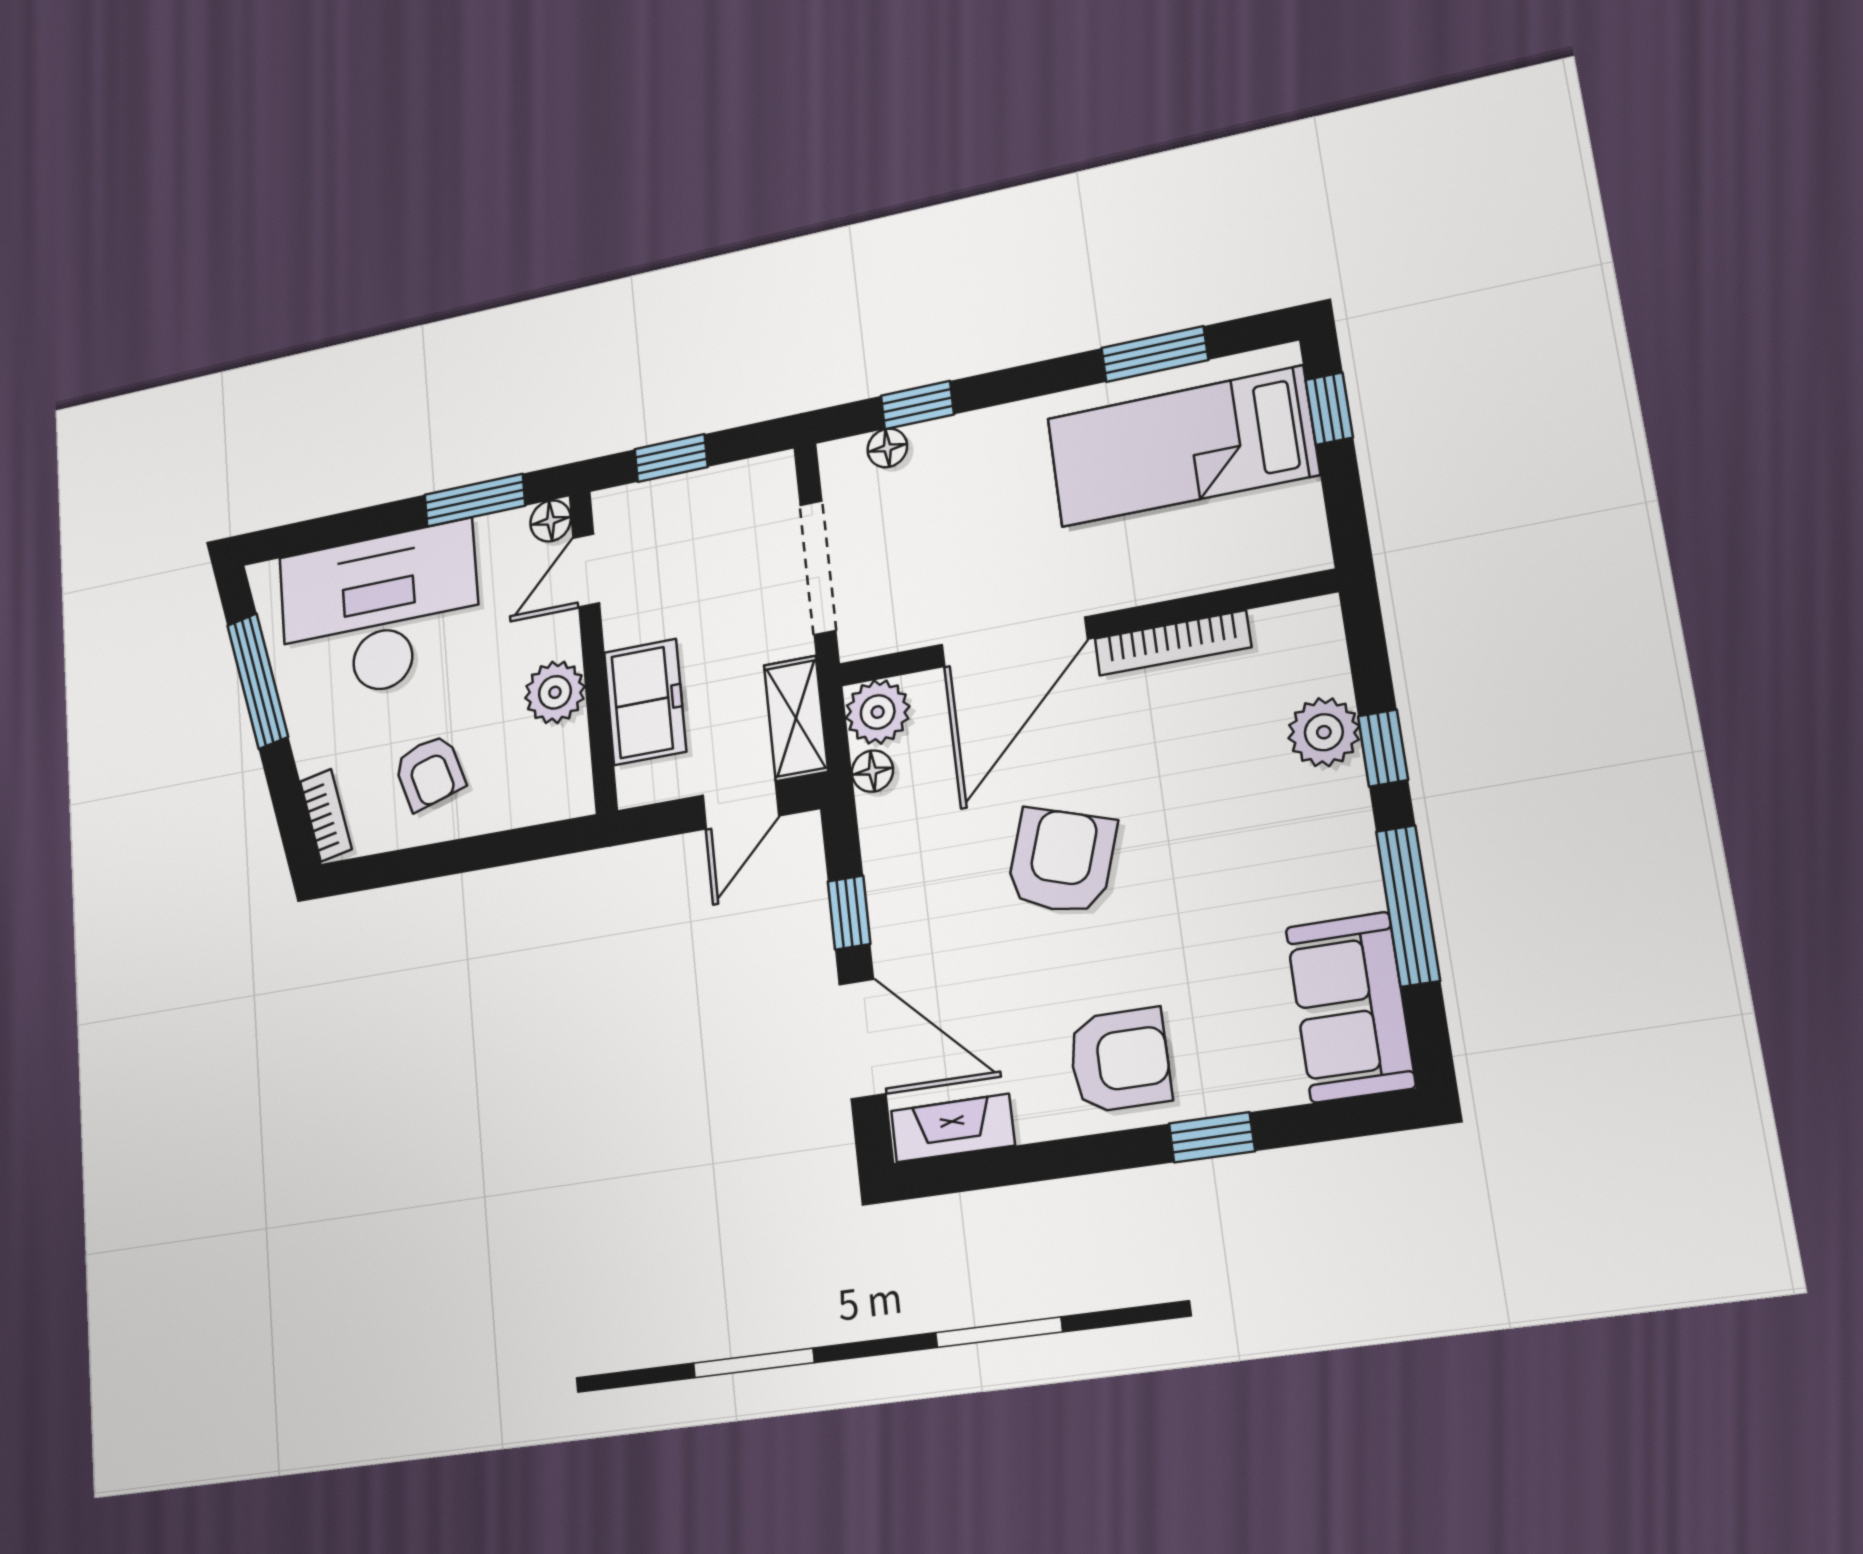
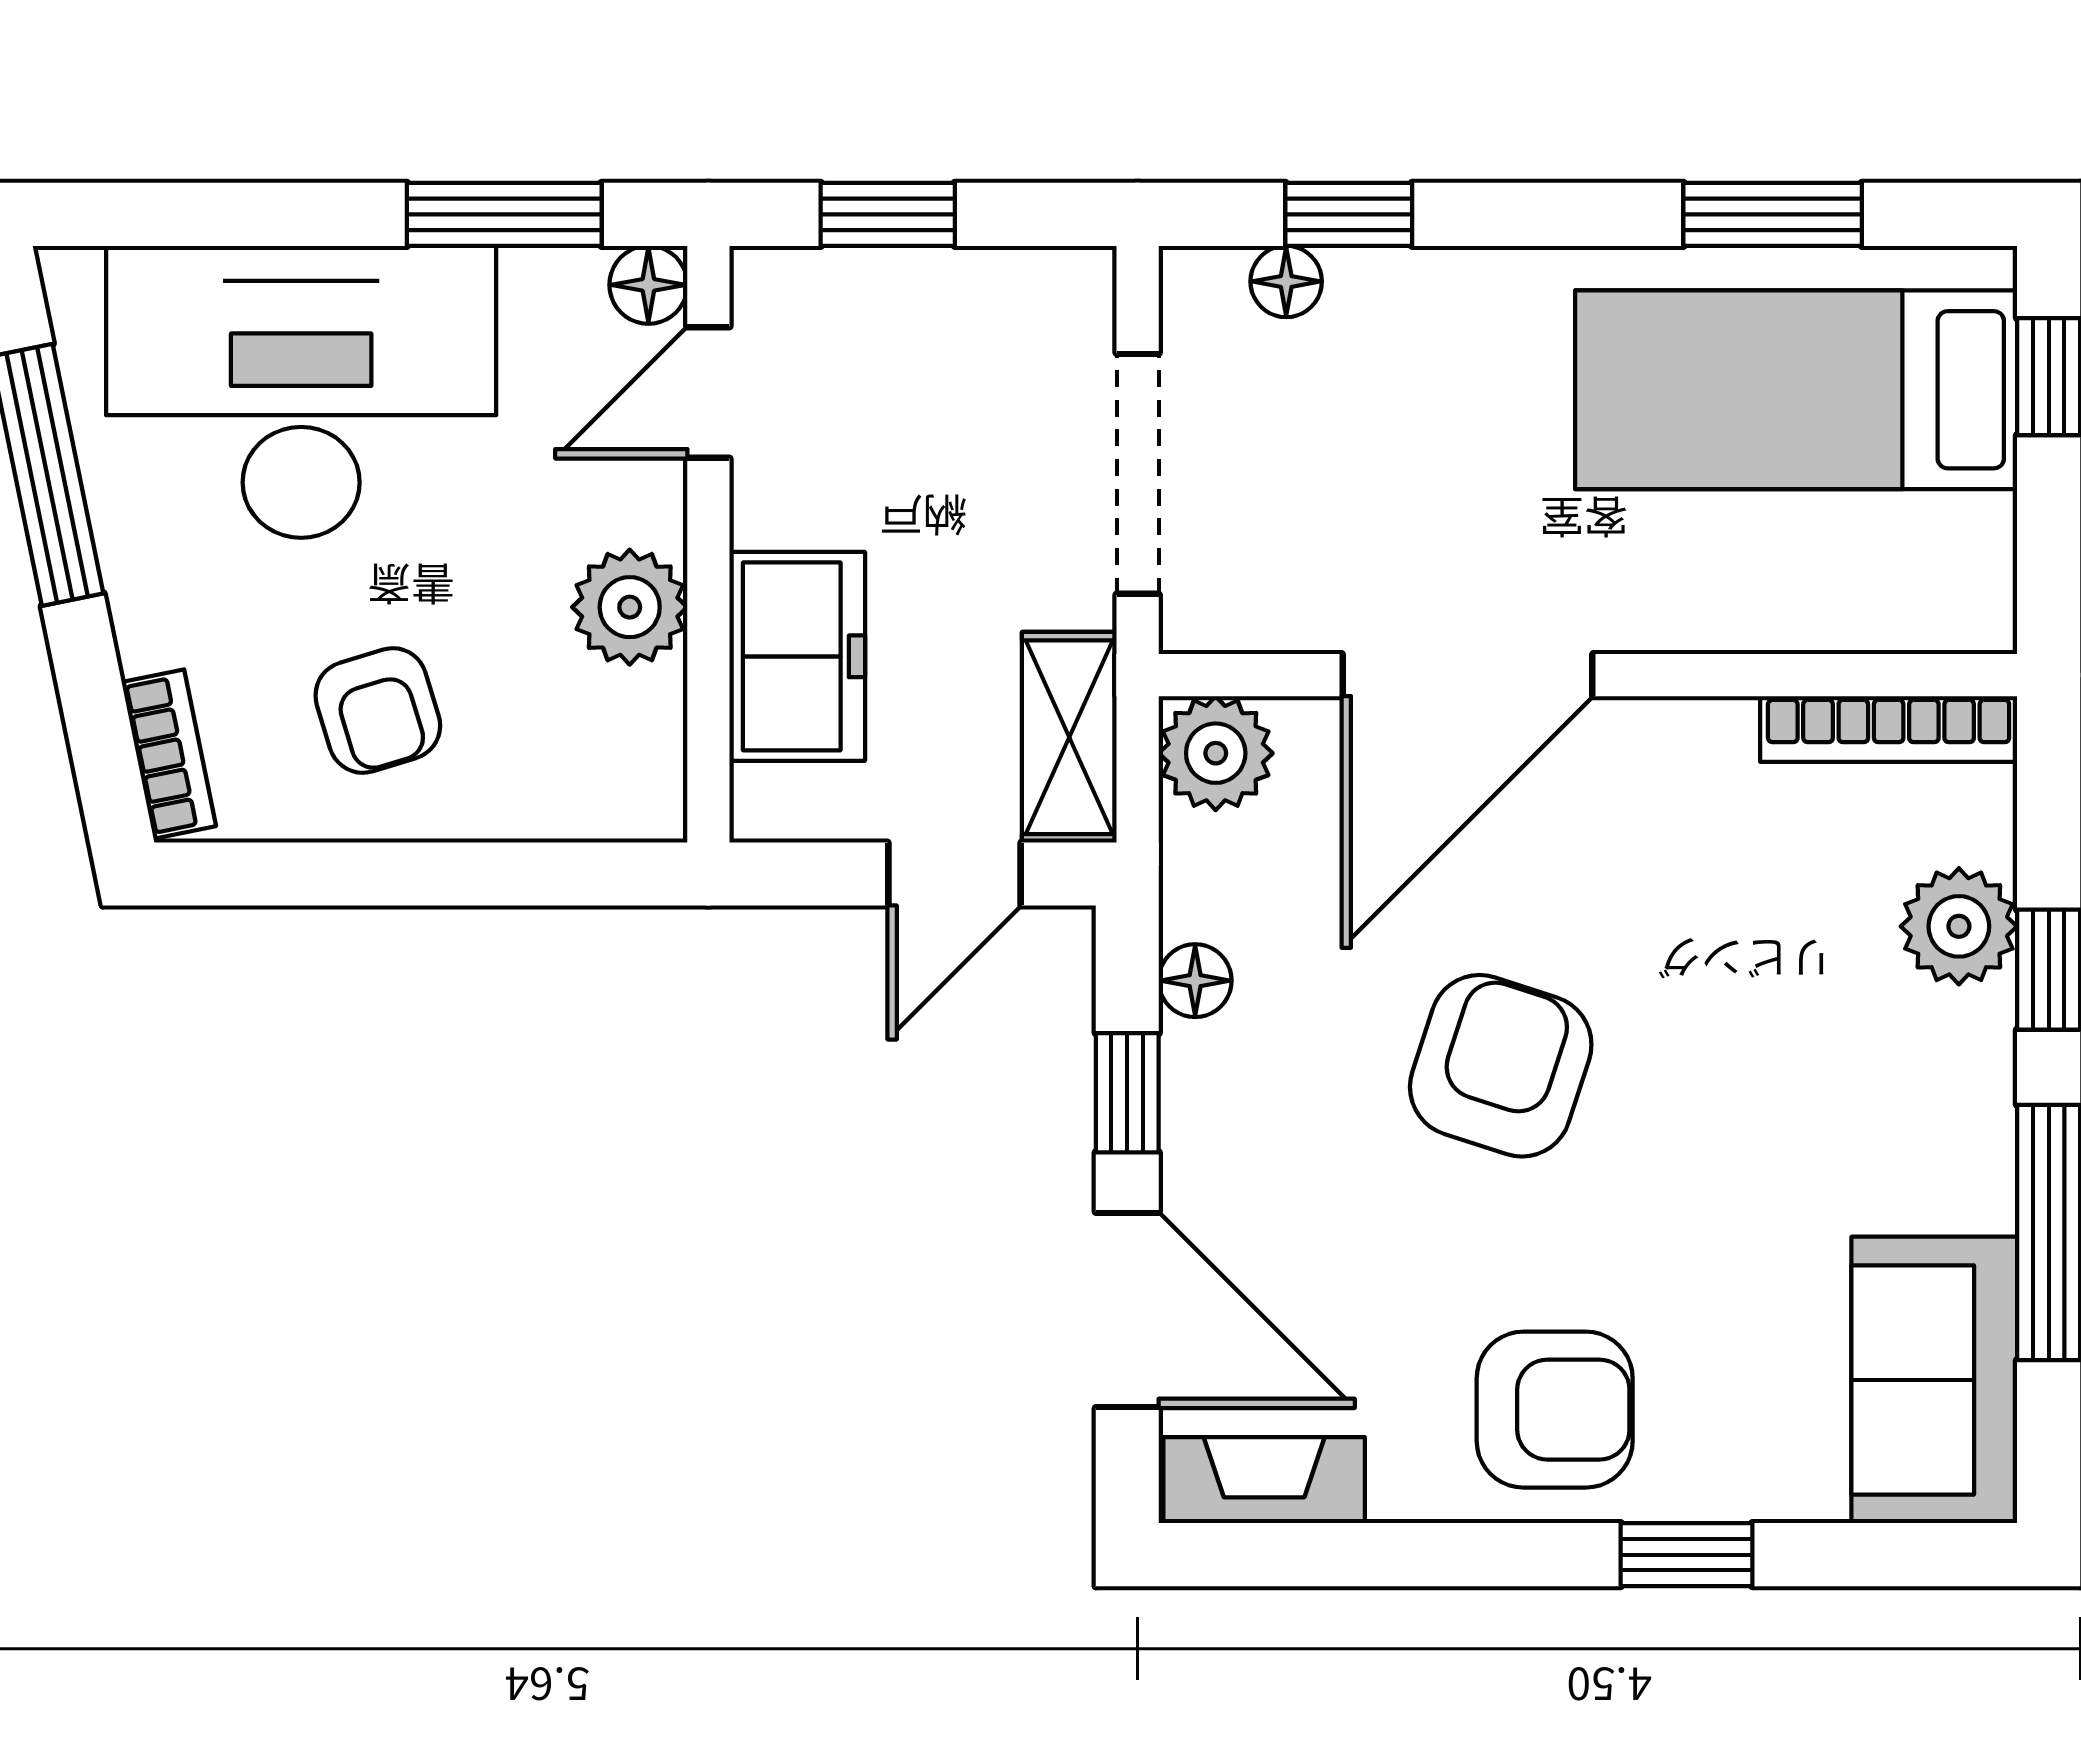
bookcase: (1173, 643) -> (1889, 729), moved
floor lamp: (872, 771) -> (1195, 981), moved

